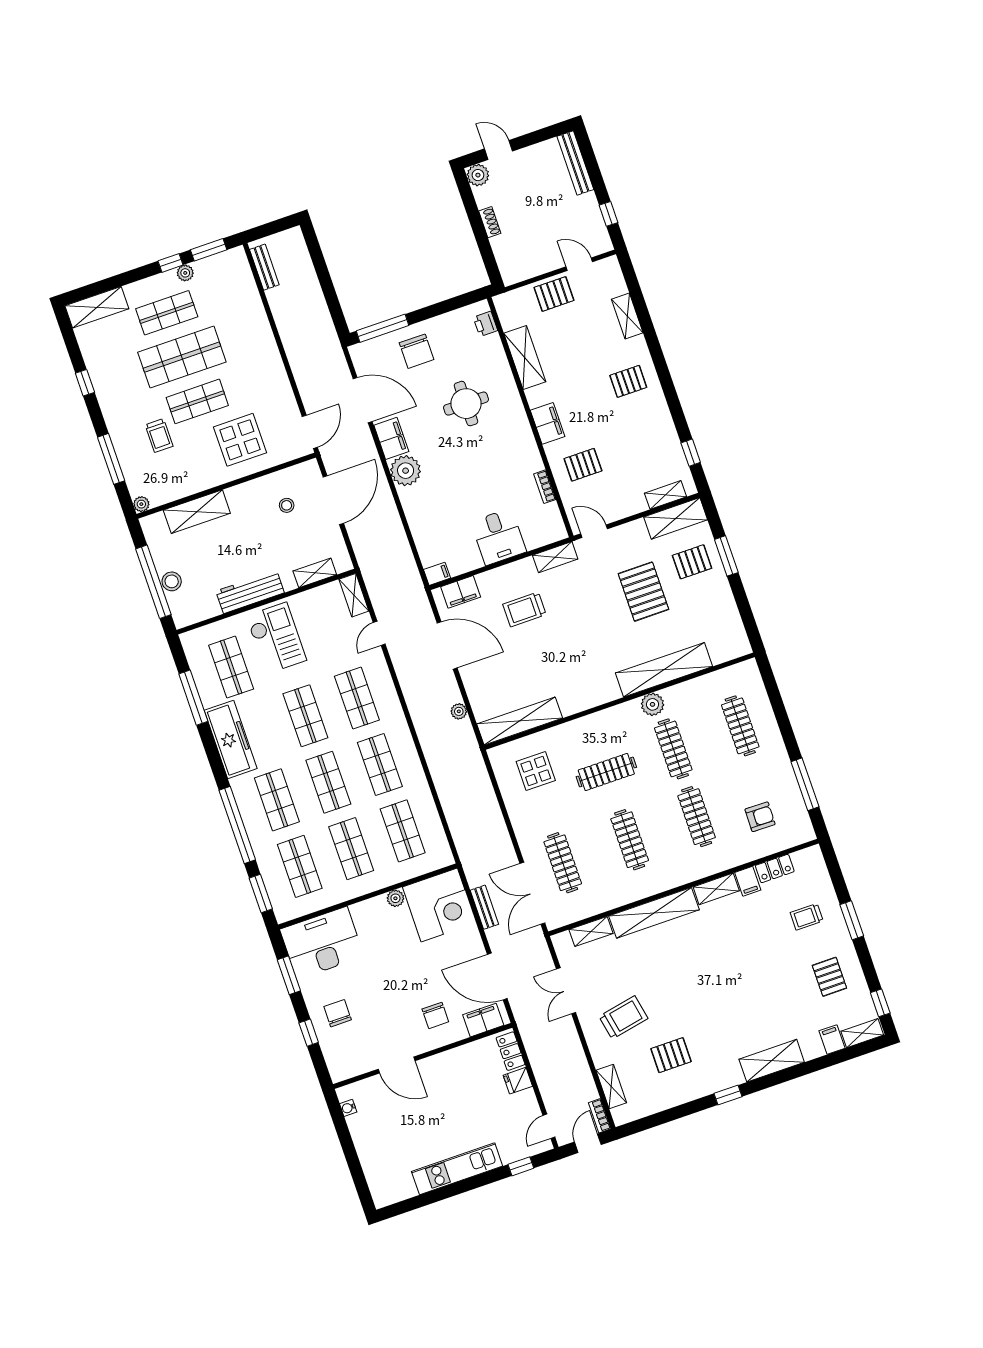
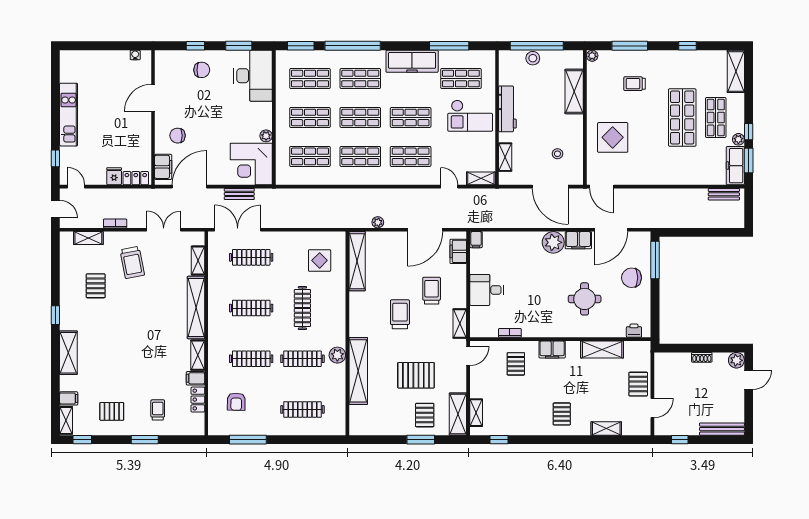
freezer: (221, 265) -> (735, 166), added
shop shelf: (197, 401) -> (649, 117), removed
trolley: (570, 640) -> (400, 314), added
bookcase: (600, 1116) -> (115, 223), moved

